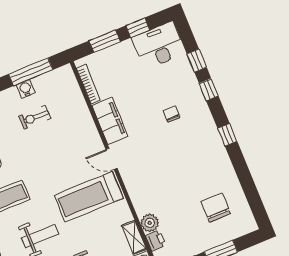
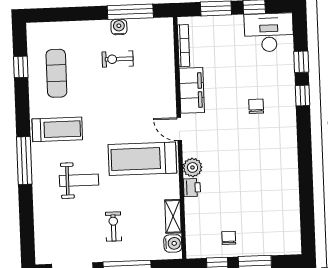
window: (227, 135) -> (305, 148), removed
chair: (216, 207) -> (229, 238), moved, width x0.54, depth x0.54
plant: (150, 223) -> (192, 167), moved
printer: (156, 241) -> (192, 188), moved

